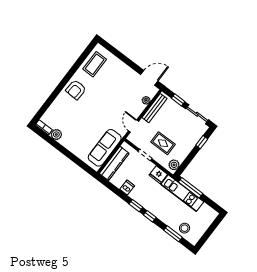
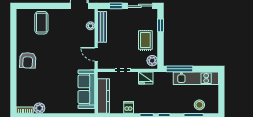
coffee table: (95, 64) -> (41, 23), moved
rug: (163, 143) -> (145, 40), moved, turned 90
kitchen unit: (182, 193) -> (196, 78), moved

